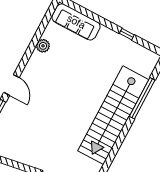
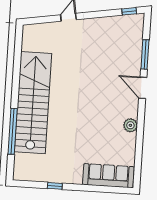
plant: (43, 46) -> (130, 125), moved

